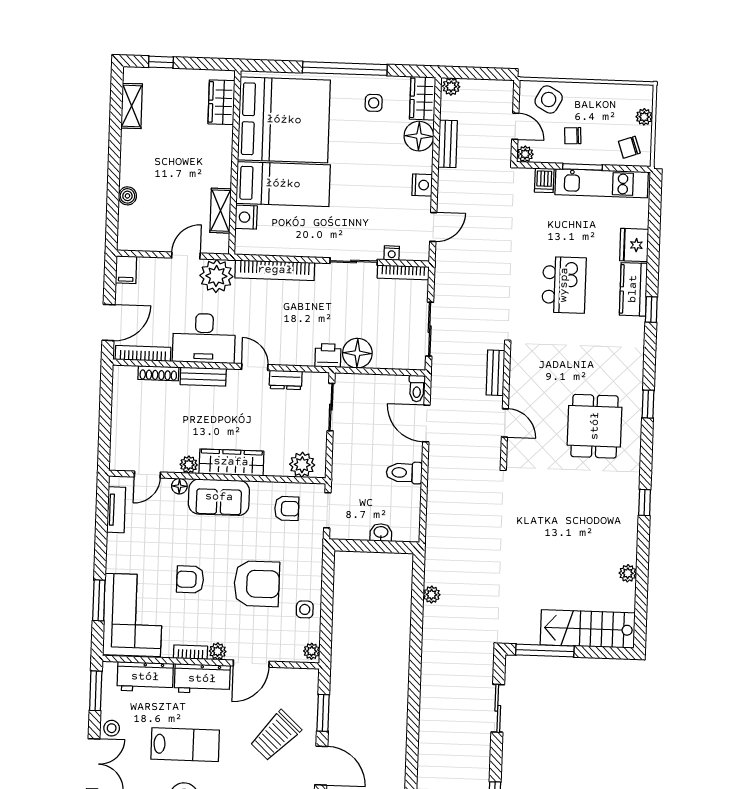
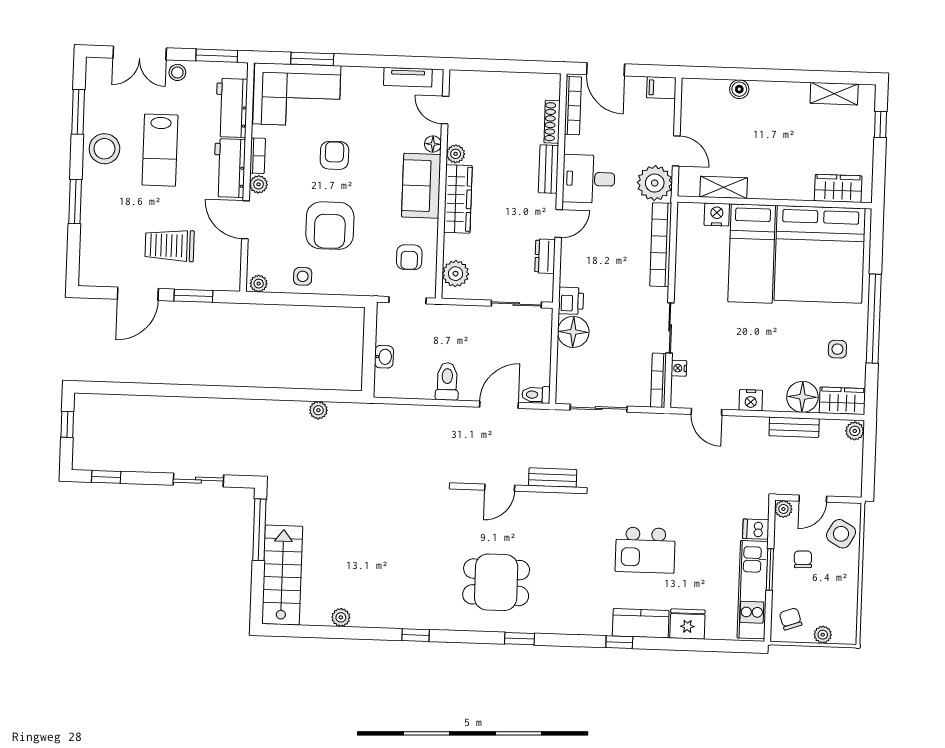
desk: (204, 338) -> (589, 179), width x0.73
trolley: (276, 736) -> (170, 245), turned -43

